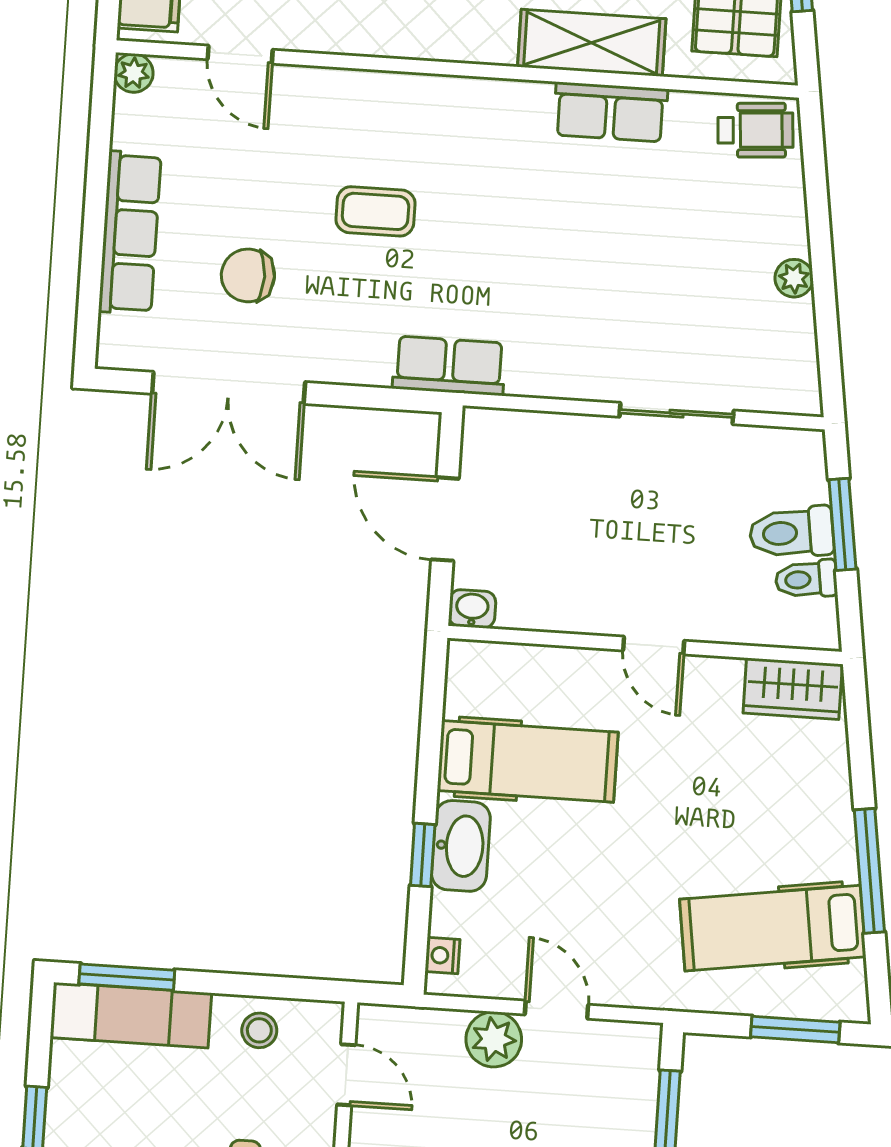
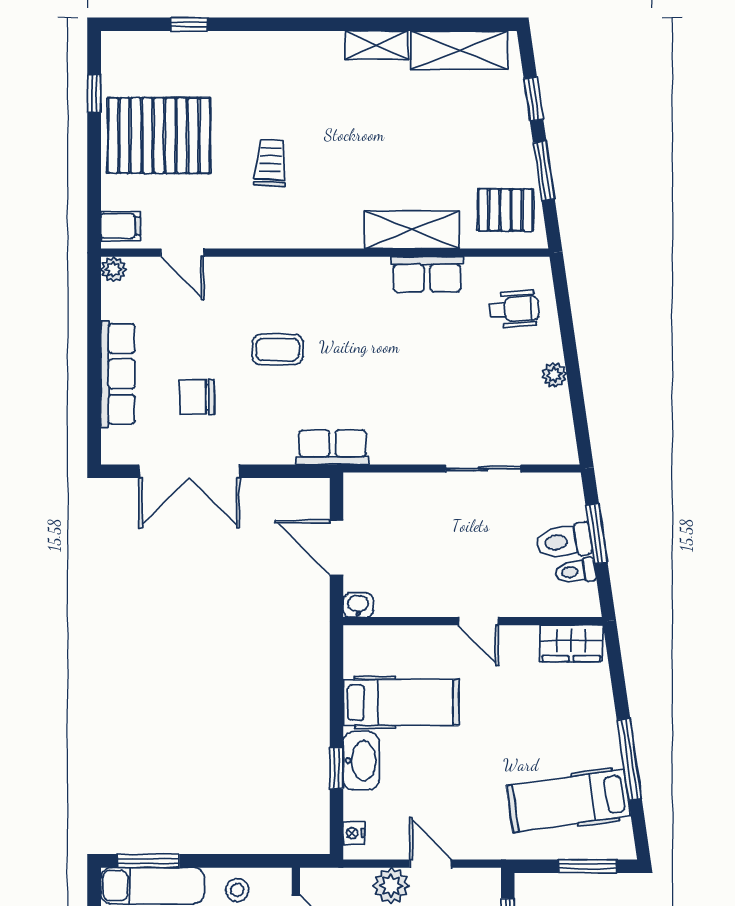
wheelchair: (755, 130) -> (514, 309), moved

